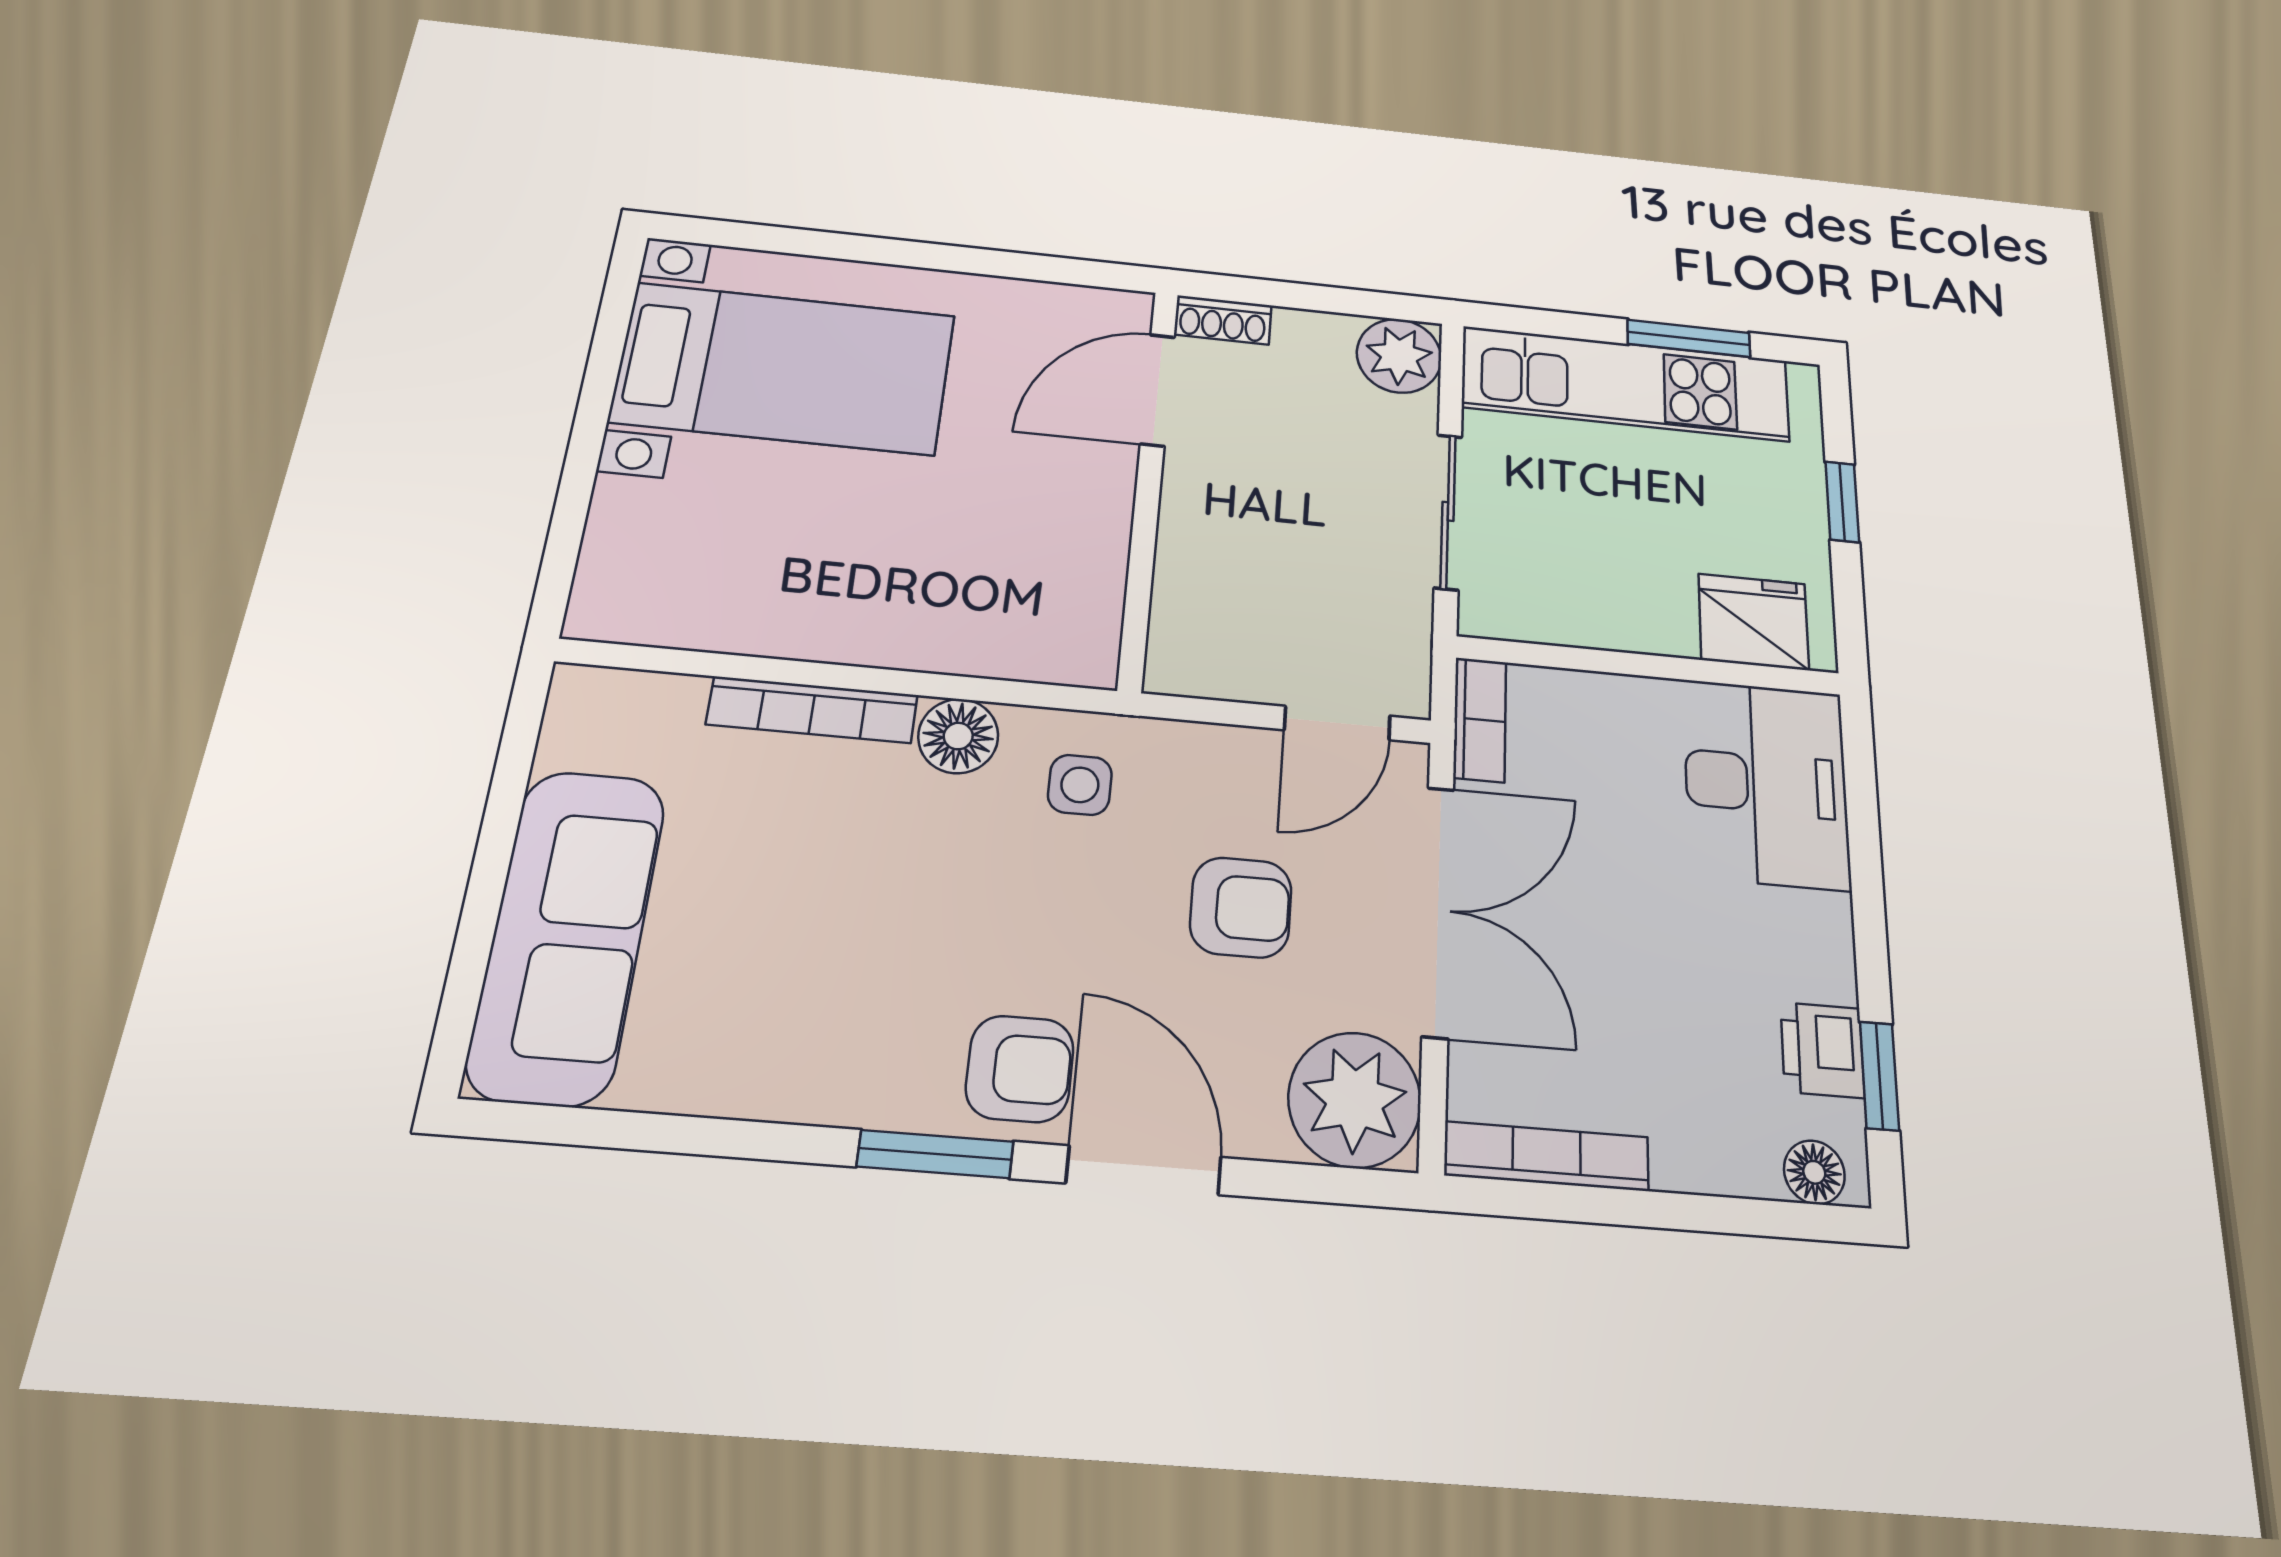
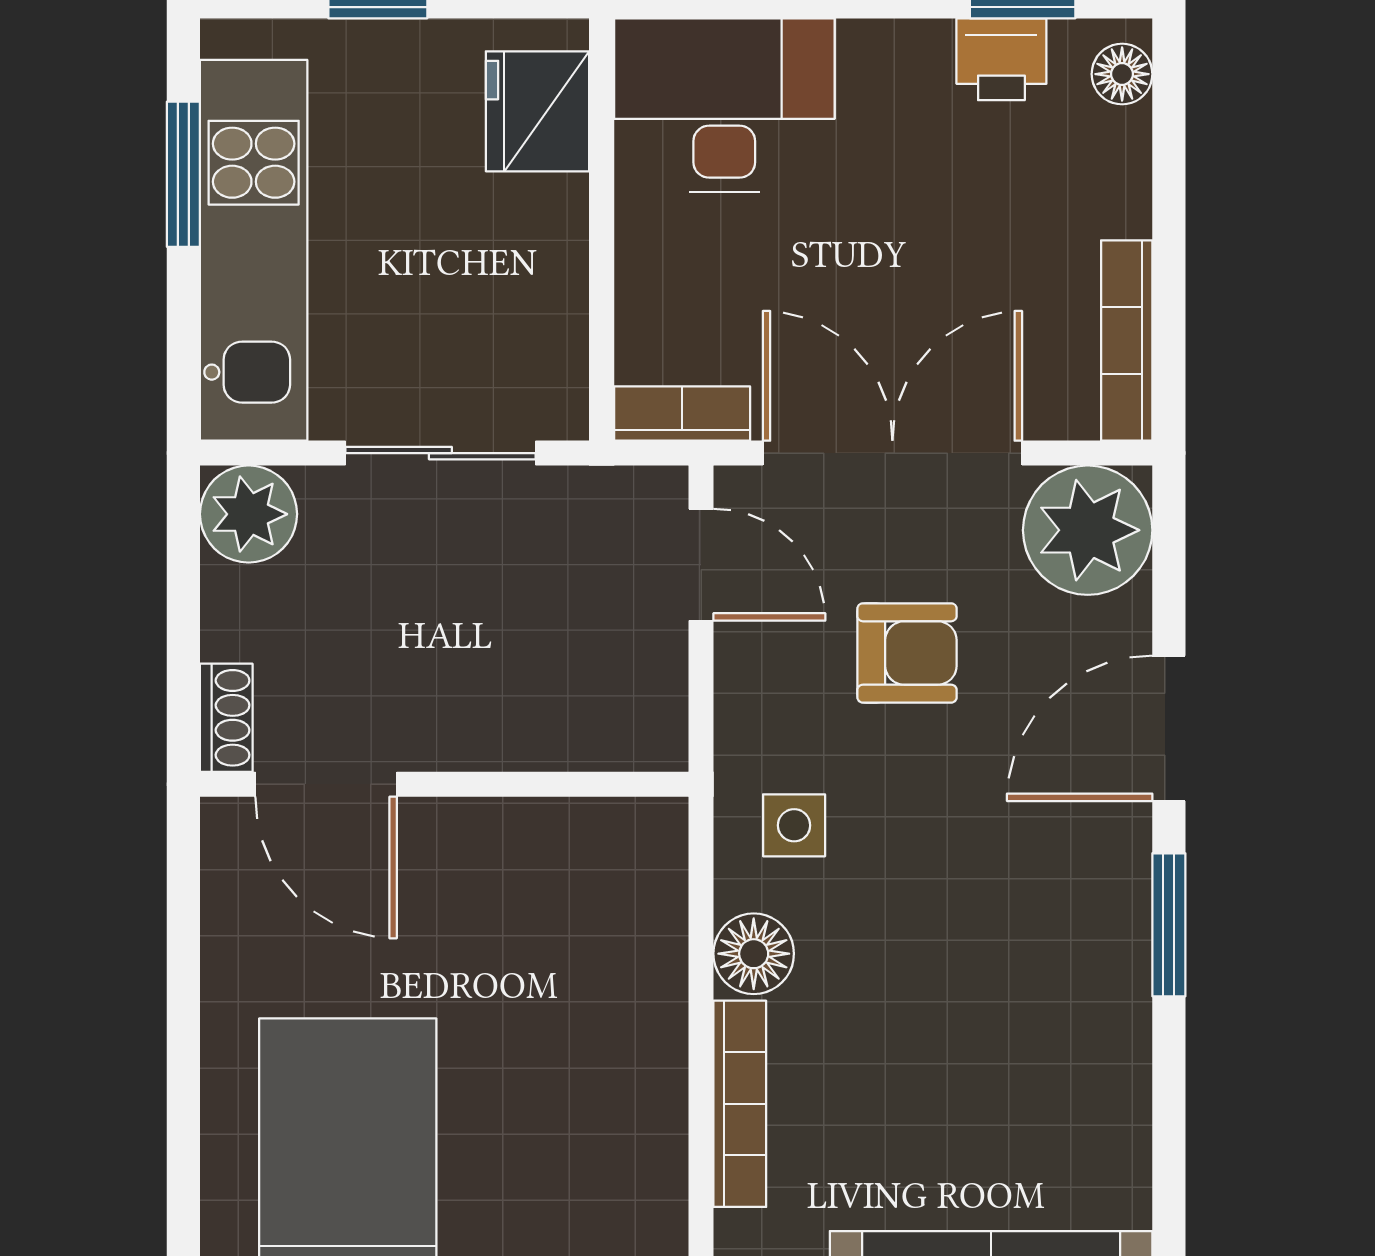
armchair: (1241, 907) -> (907, 653), turned 90
armchair: (1020, 1069) -> (1084, 855), removed

